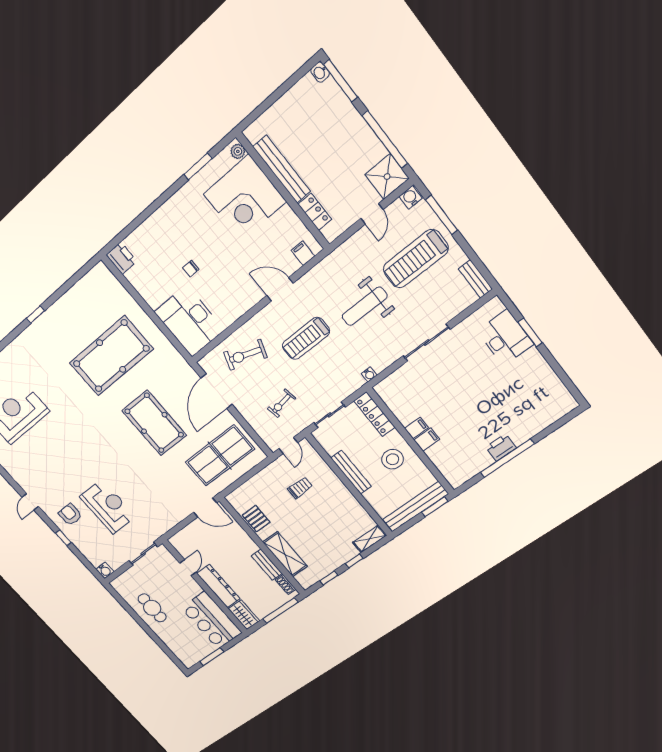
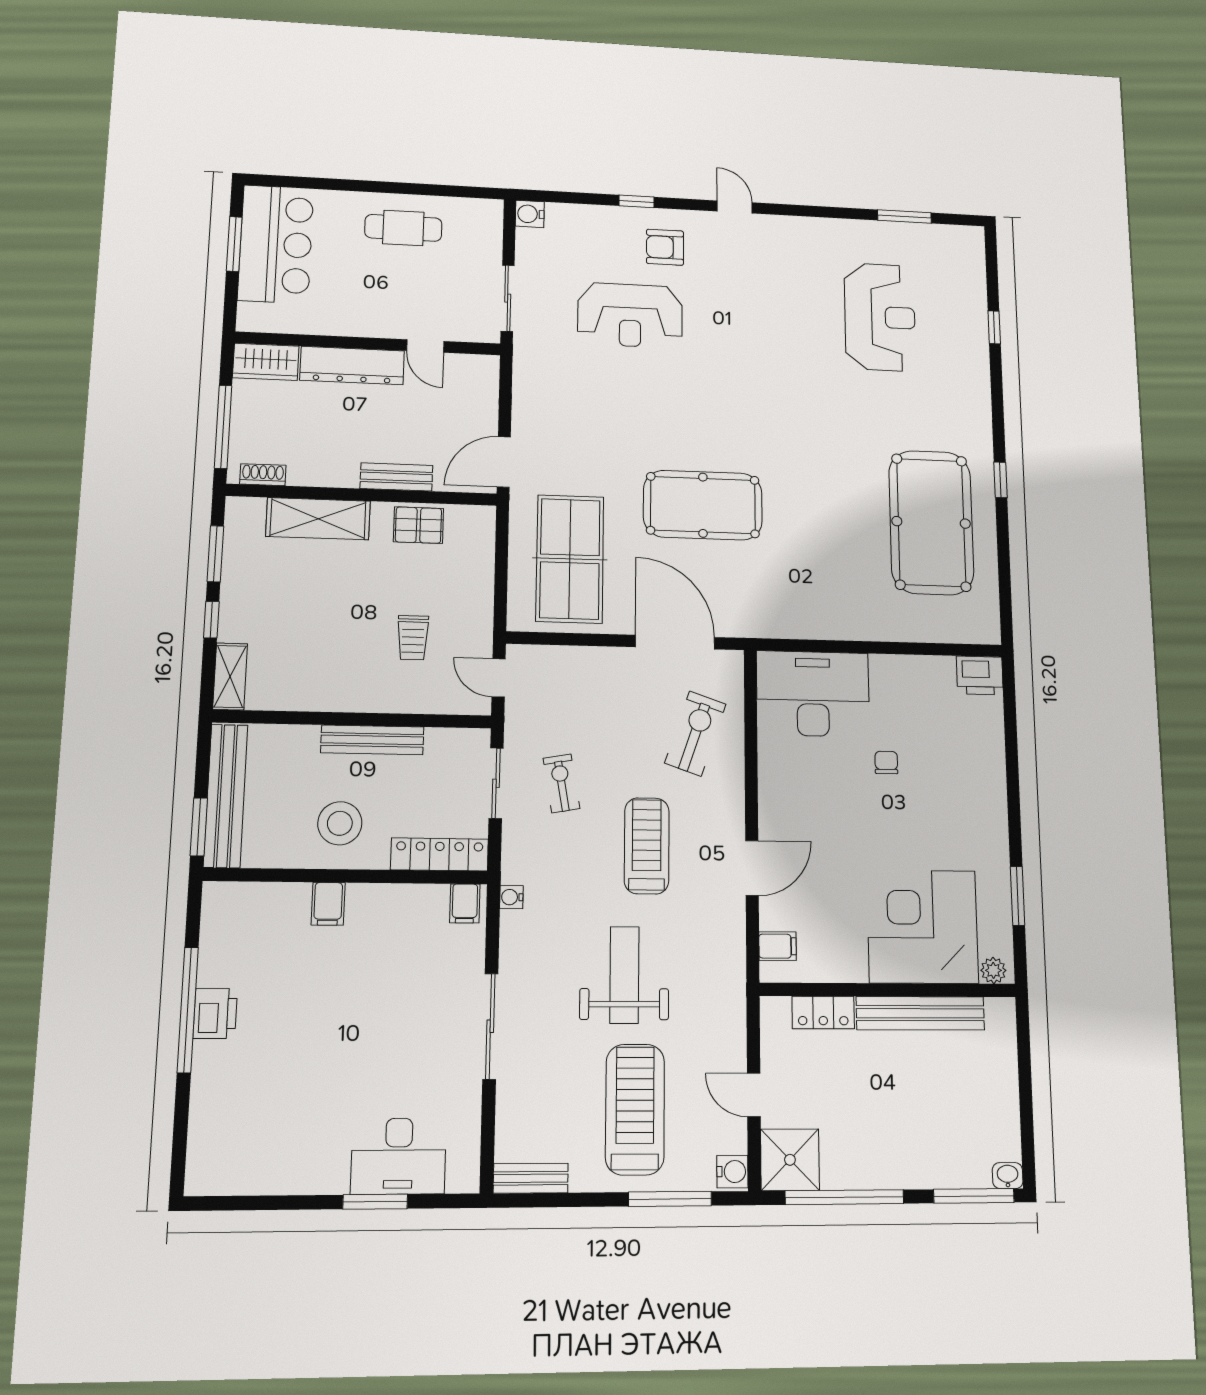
pool table: (111, 356) -> (931, 522), moved
exercise bike: (281, 403) -> (561, 783), moved
filing cabinet: (416, 428) -> (465, 903), moved
armchair: (70, 514) -> (665, 247), turned 180
bench: (267, 565) -> (396, 477), moved
window: (329, 578) -> (215, 554), width x1.50
bar counter: (211, 620) -> (276, 244), moved, turned 90

